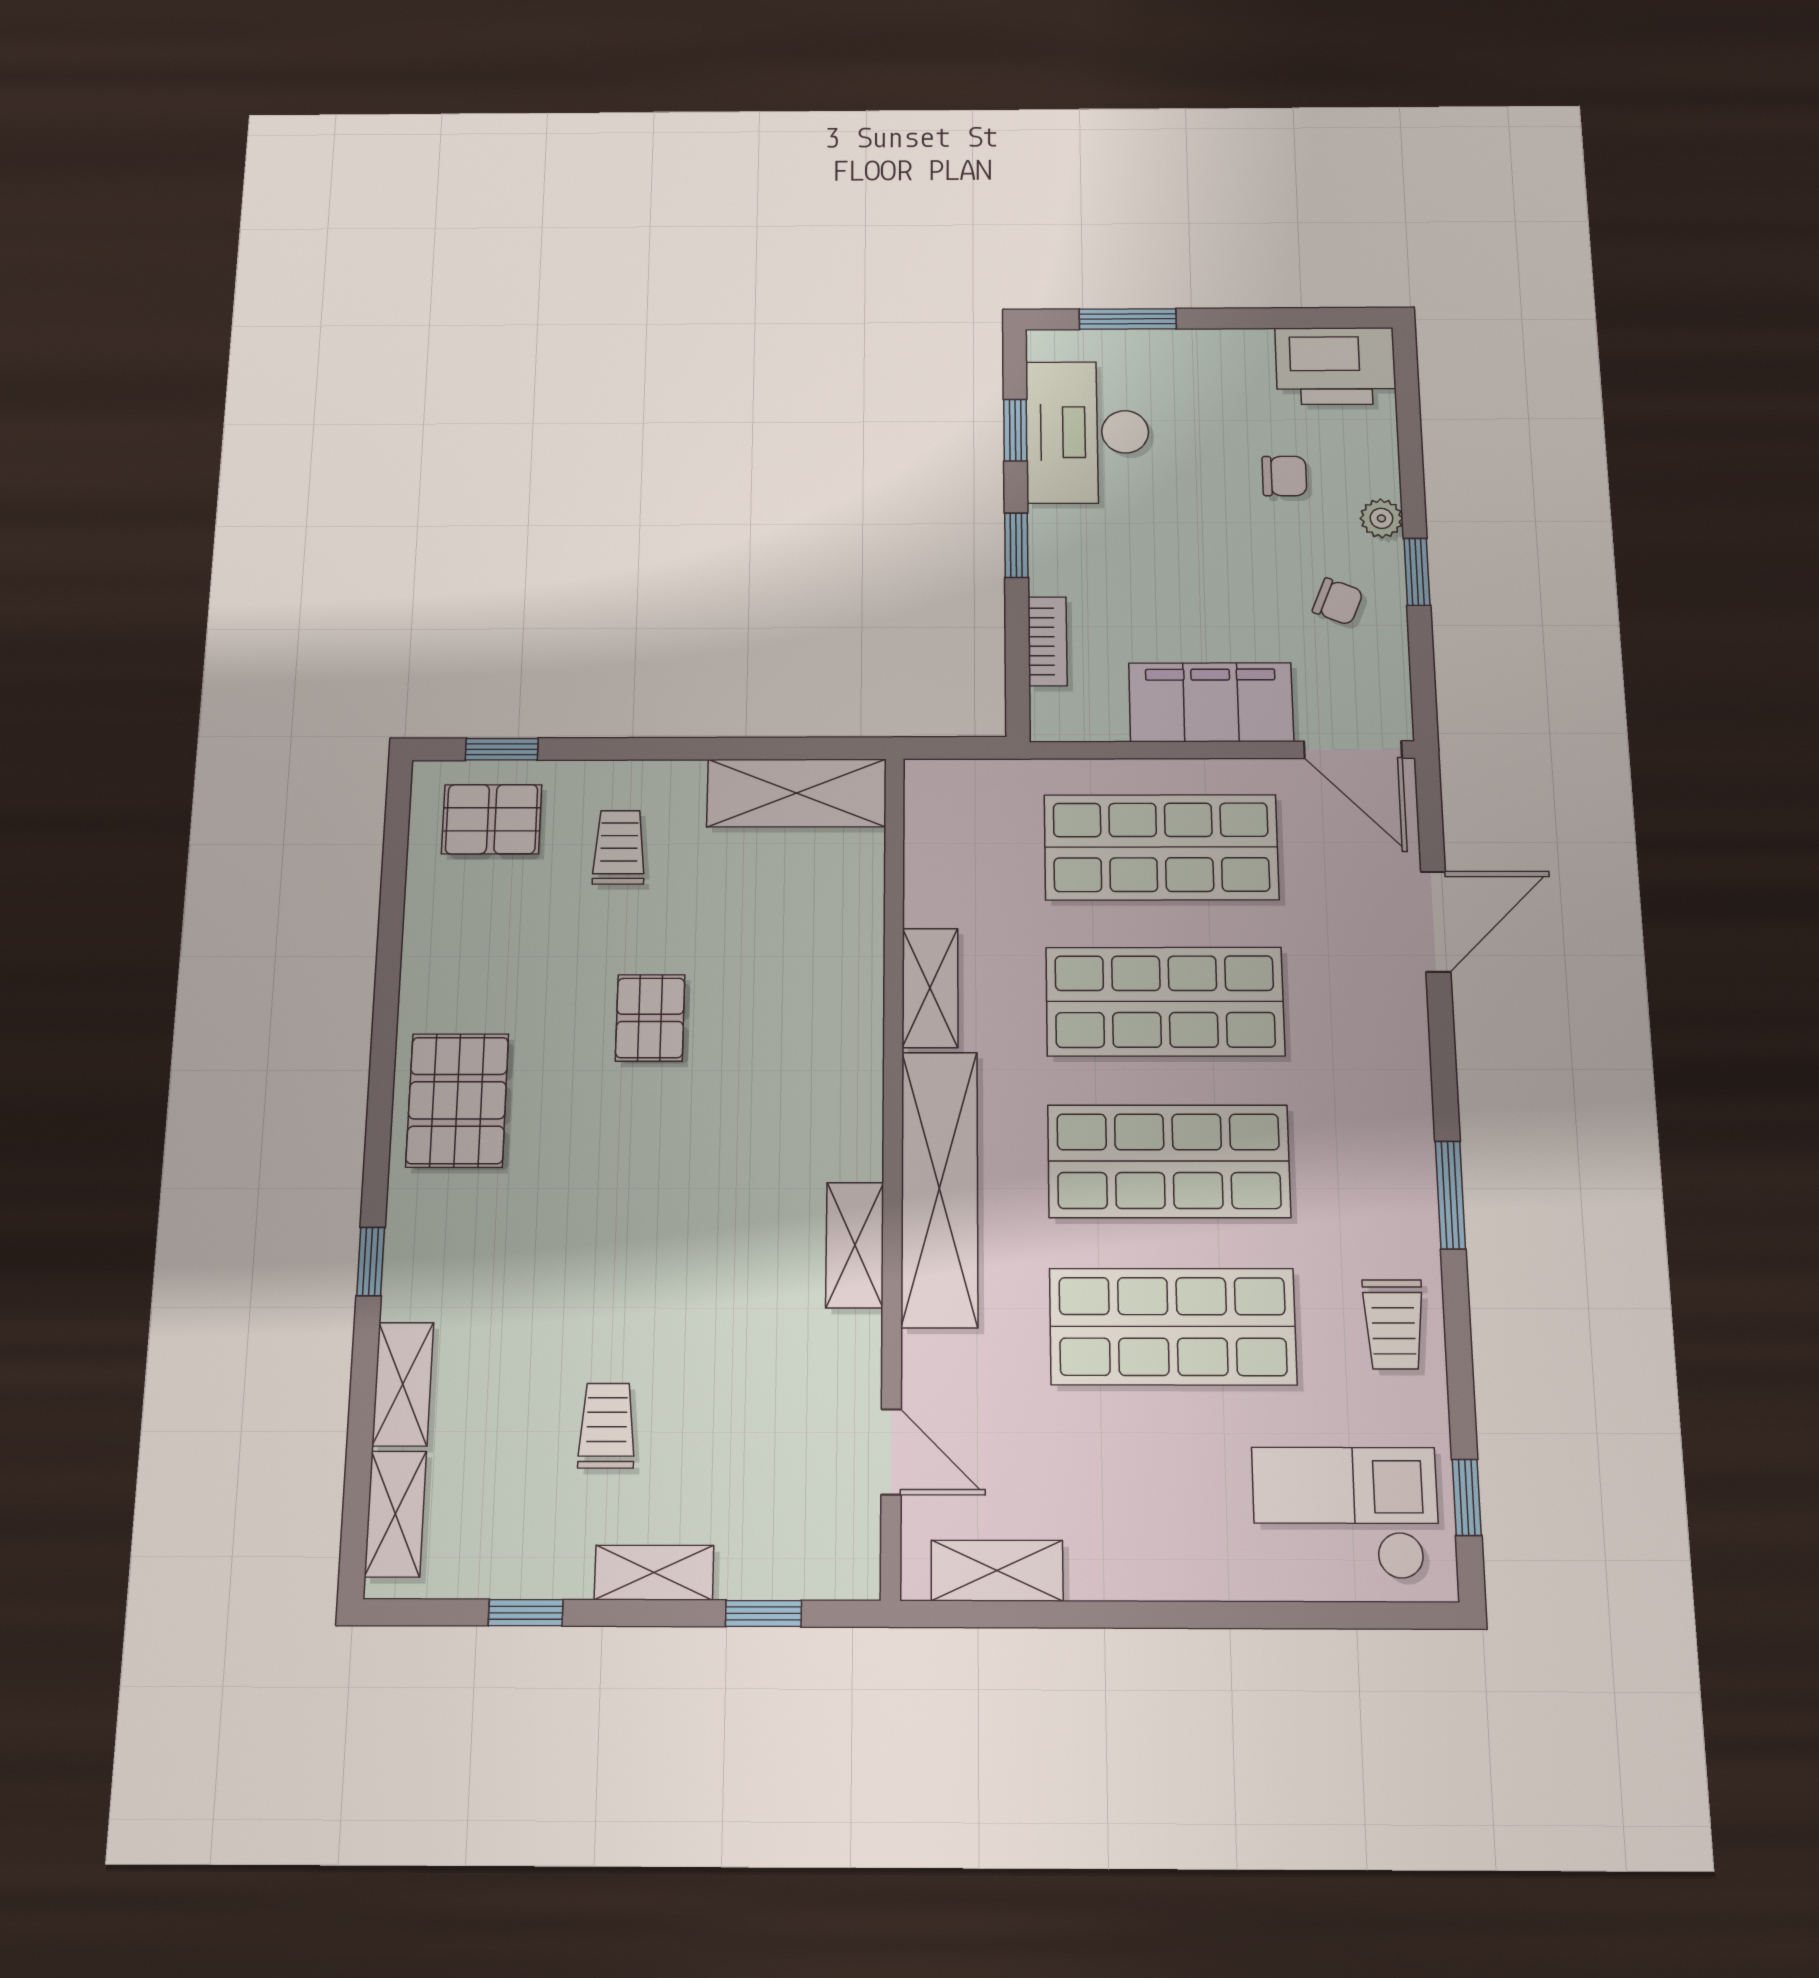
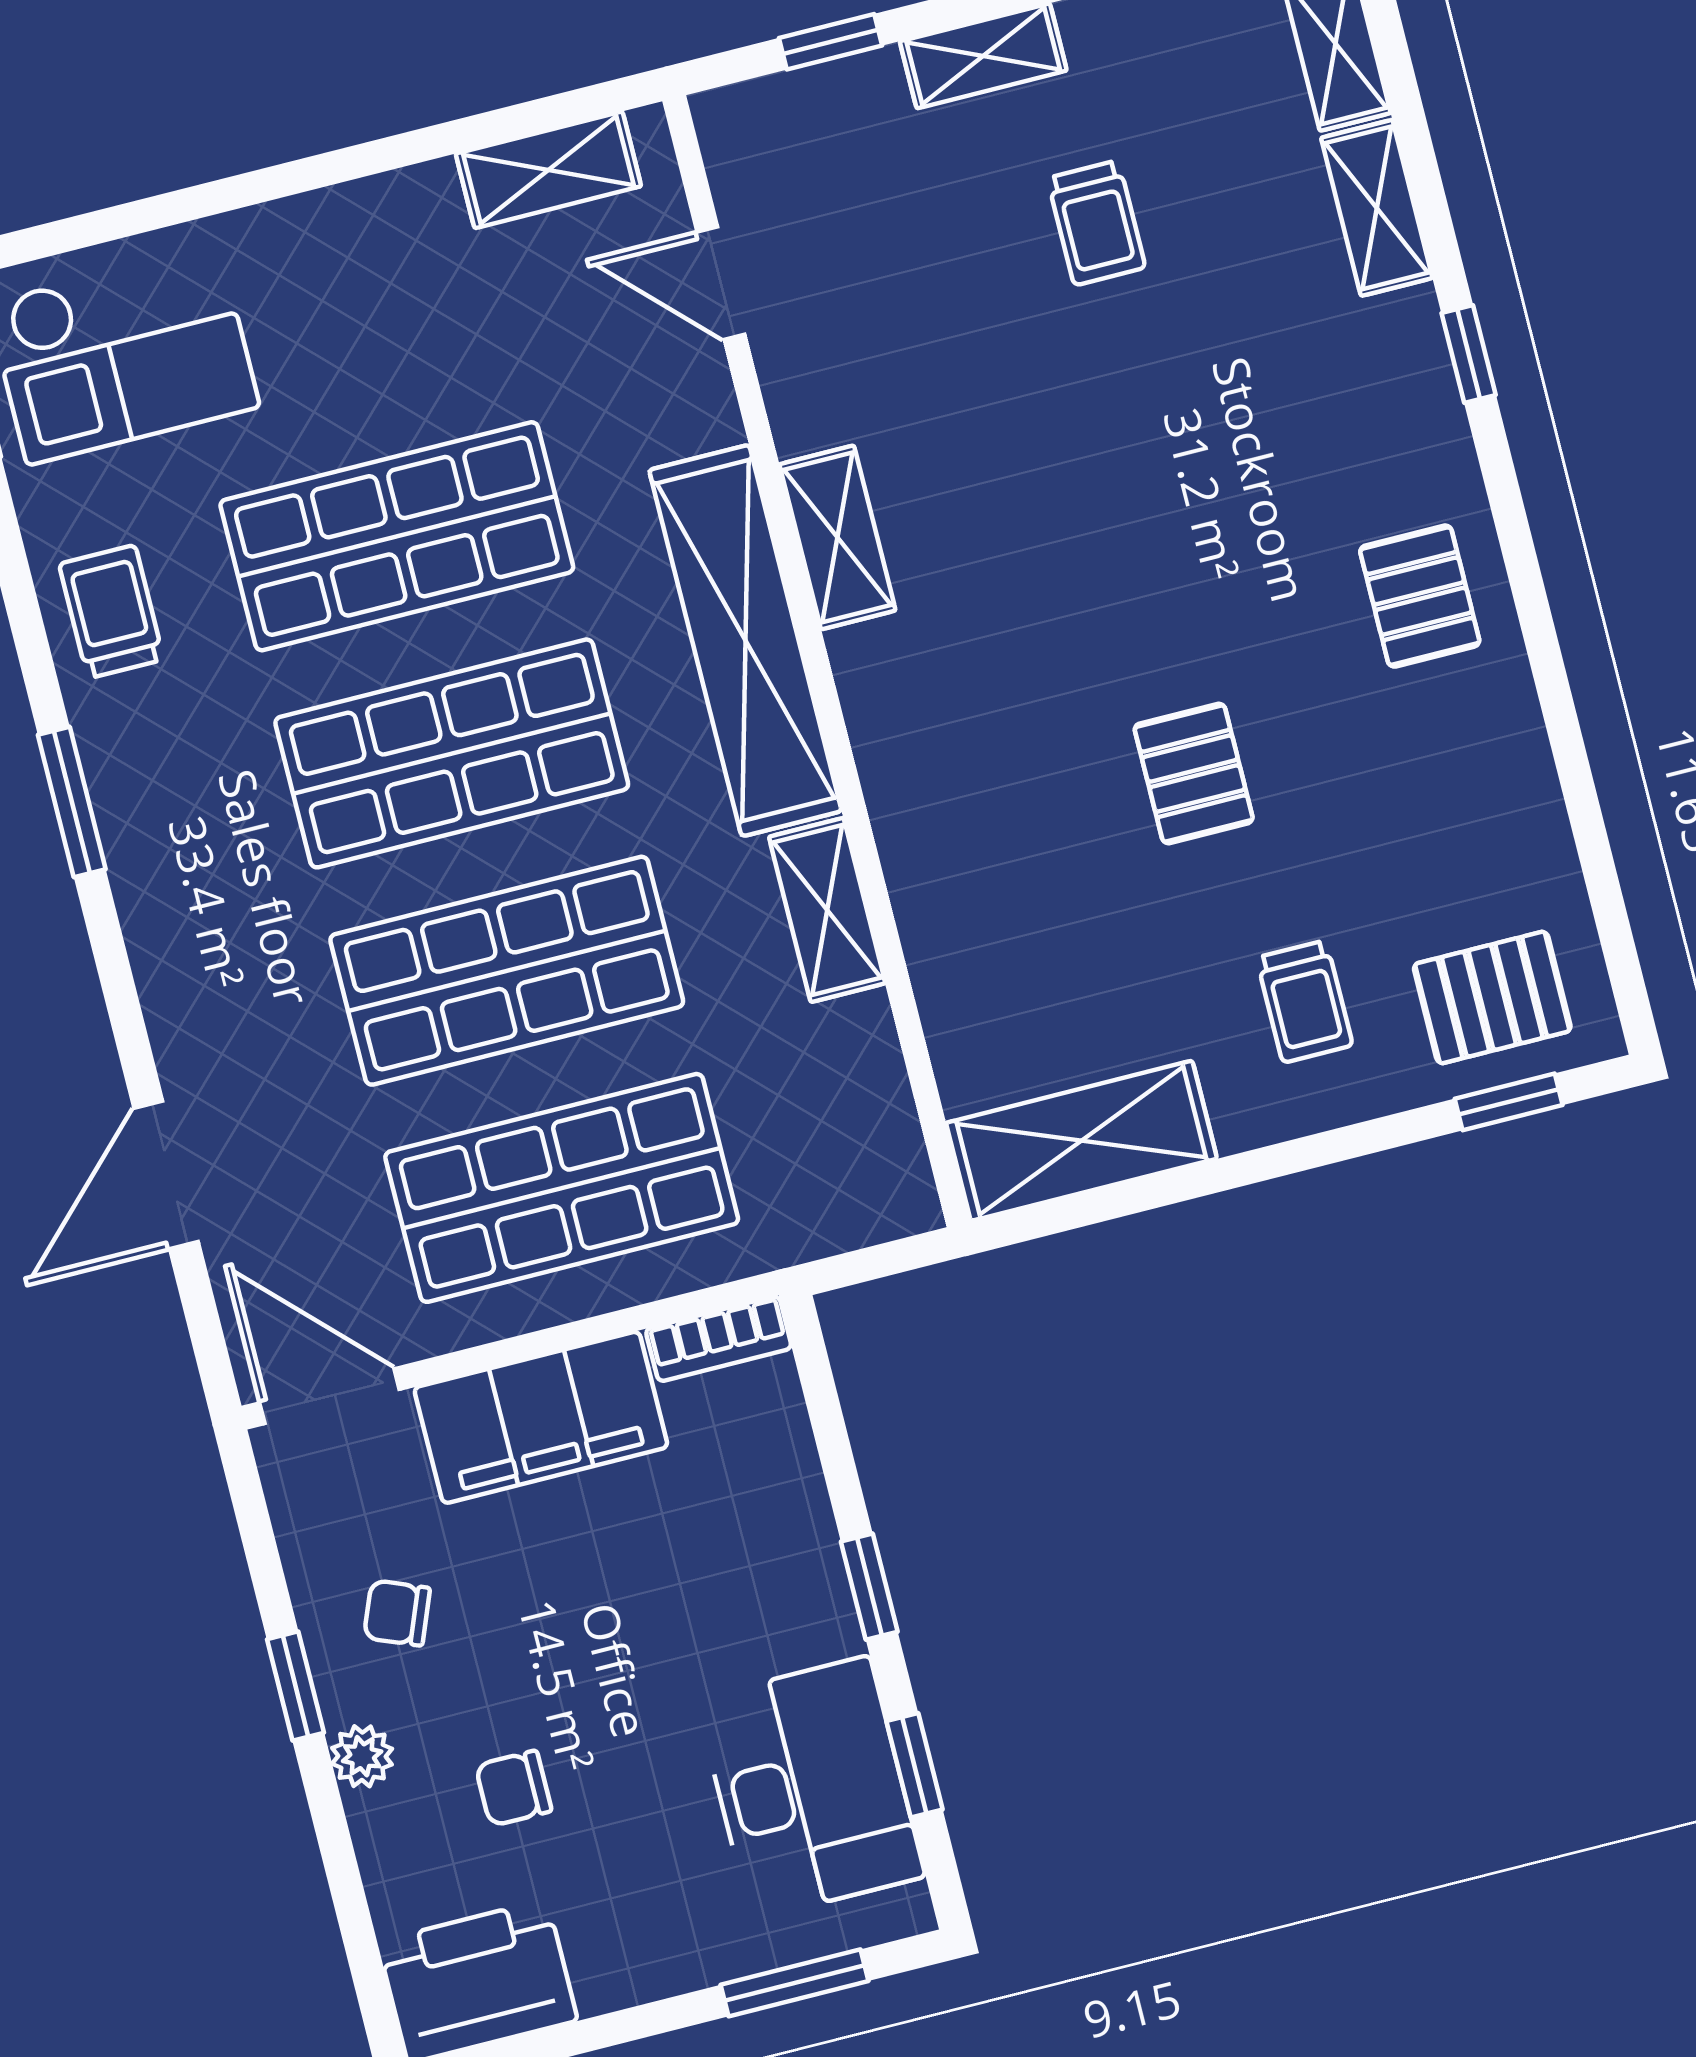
bookcase: (1047, 641) -> (719, 1339), moved, turned -90
pallet: (457, 1100) -> (1420, 596), width x0.67, depth x0.71

